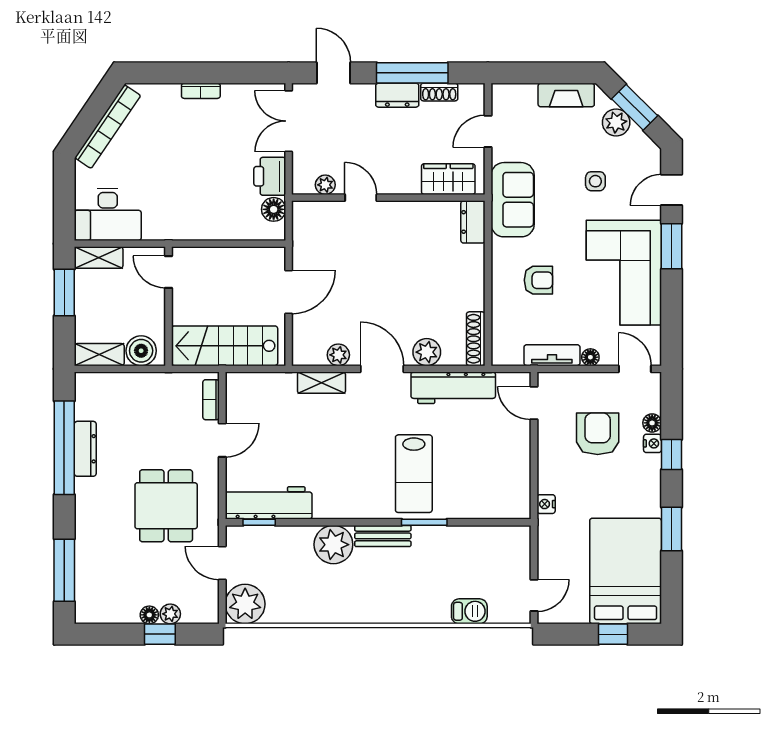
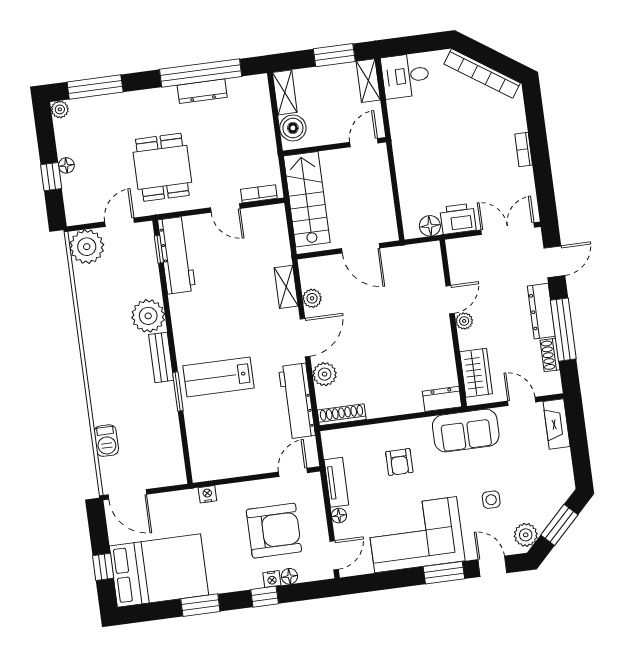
dresser: (397, 95) -> (541, 311), width x1.44
fireplace: (566, 95) -> (557, 424), moved
plant: (616, 122) -> (526, 535), moved
plant: (325, 185) -> (464, 321), moved
desk: (108, 214) -> (405, 76), width x0.73
armchair: (598, 434) -> (274, 531), width x1.36, depth x1.36
dining table: (166, 506) -> (162, 167), turned 90
door: (534, 595) -> (127, 494), width x1.38
plant: (170, 614) -> (60, 109), moved

